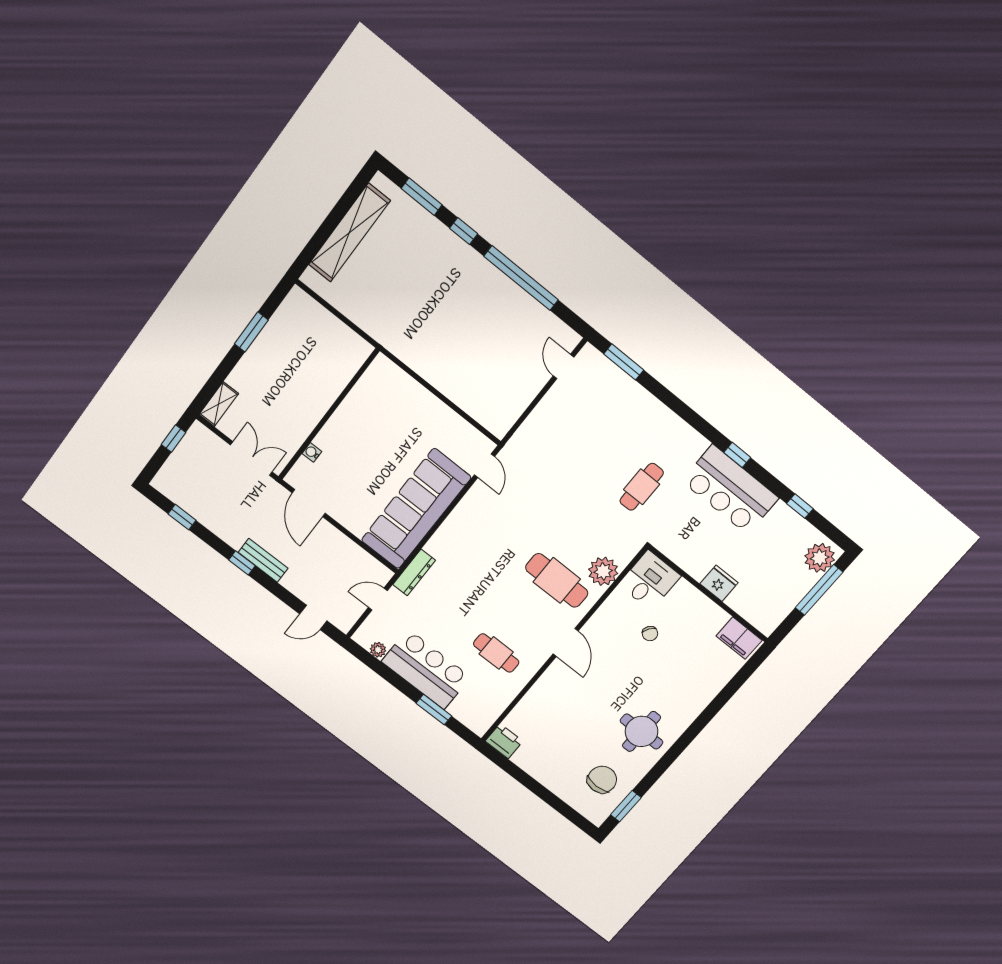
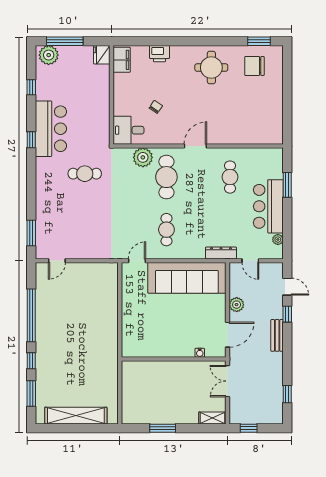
cafe table: (494, 531) -> (166, 230), added
plant: (337, 542) -> (237, 305), added
window: (242, 563) -> (287, 314), moved
fridge: (719, 583) -> (102, 55), moved
printer: (504, 741) -> (159, 54), moved, turned -90

